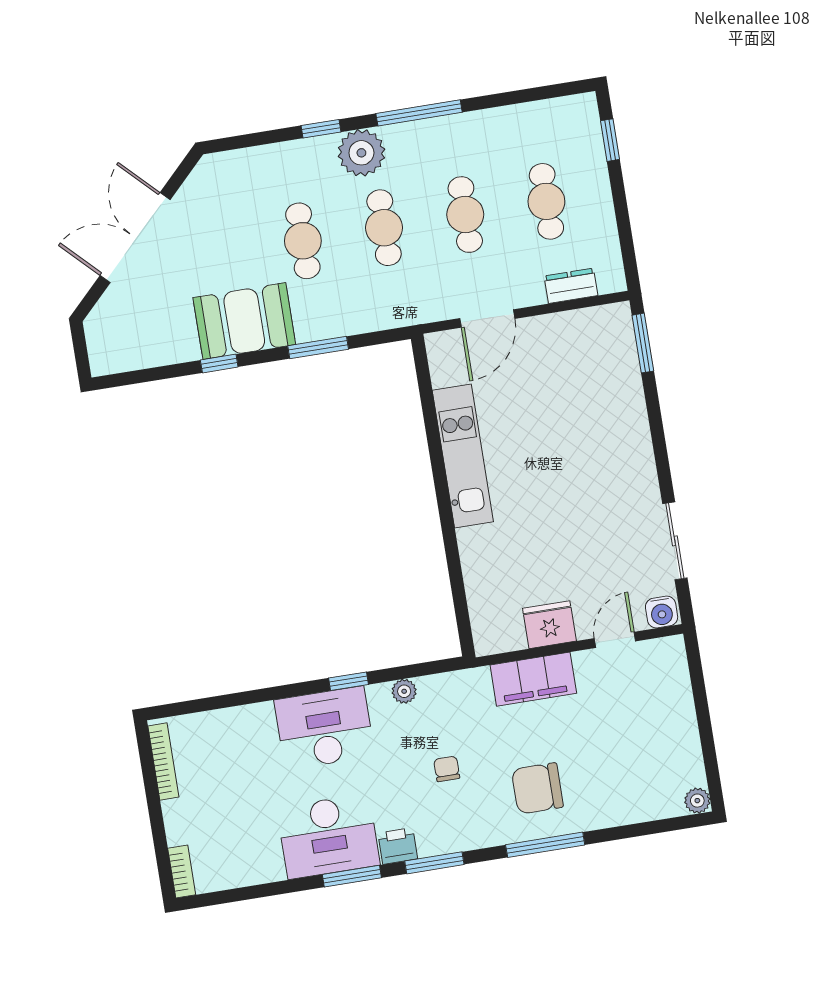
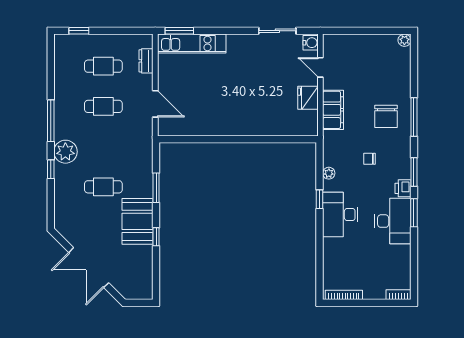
cafe table: (384, 228) -> (103, 147), removed
kitchen unit: (463, 456) -> (192, 43), moved, turned 180

